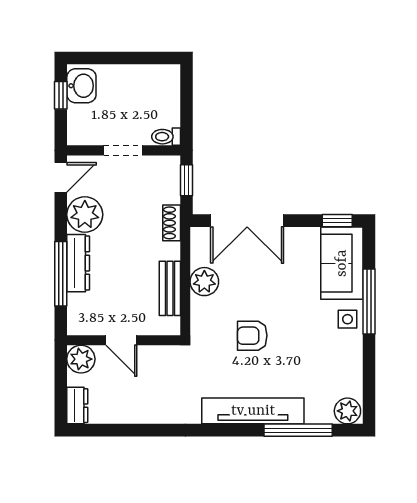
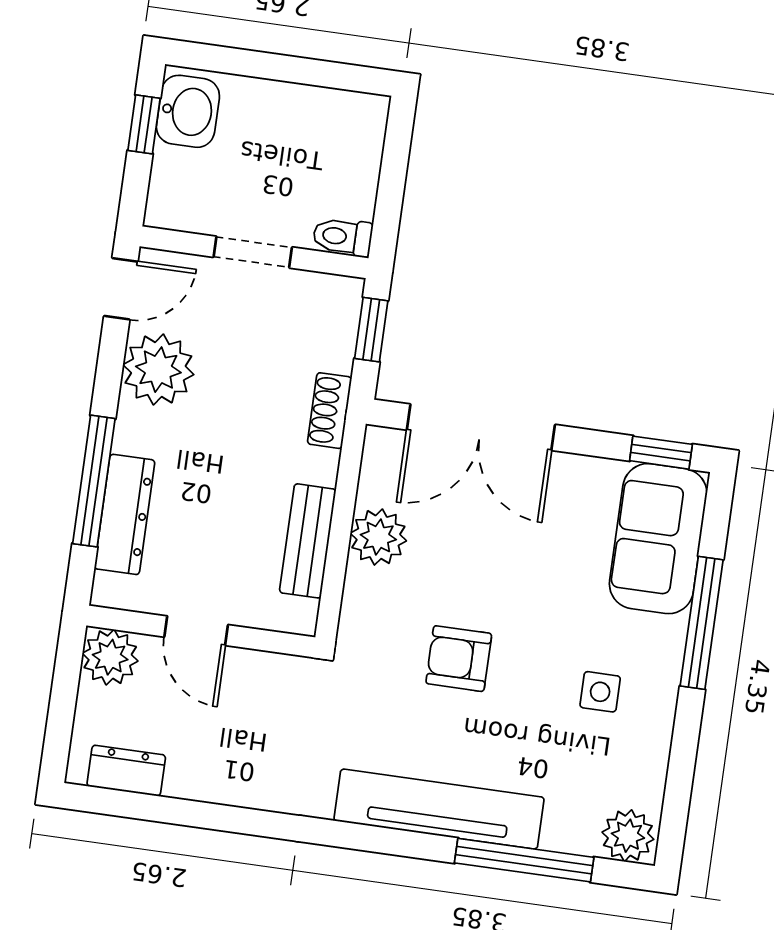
dresser: (78, 263) -> (125, 514), moved
side table: (348, 319) -> (600, 692), moved
dresser: (77, 406) -> (126, 771), moved, turned -90

